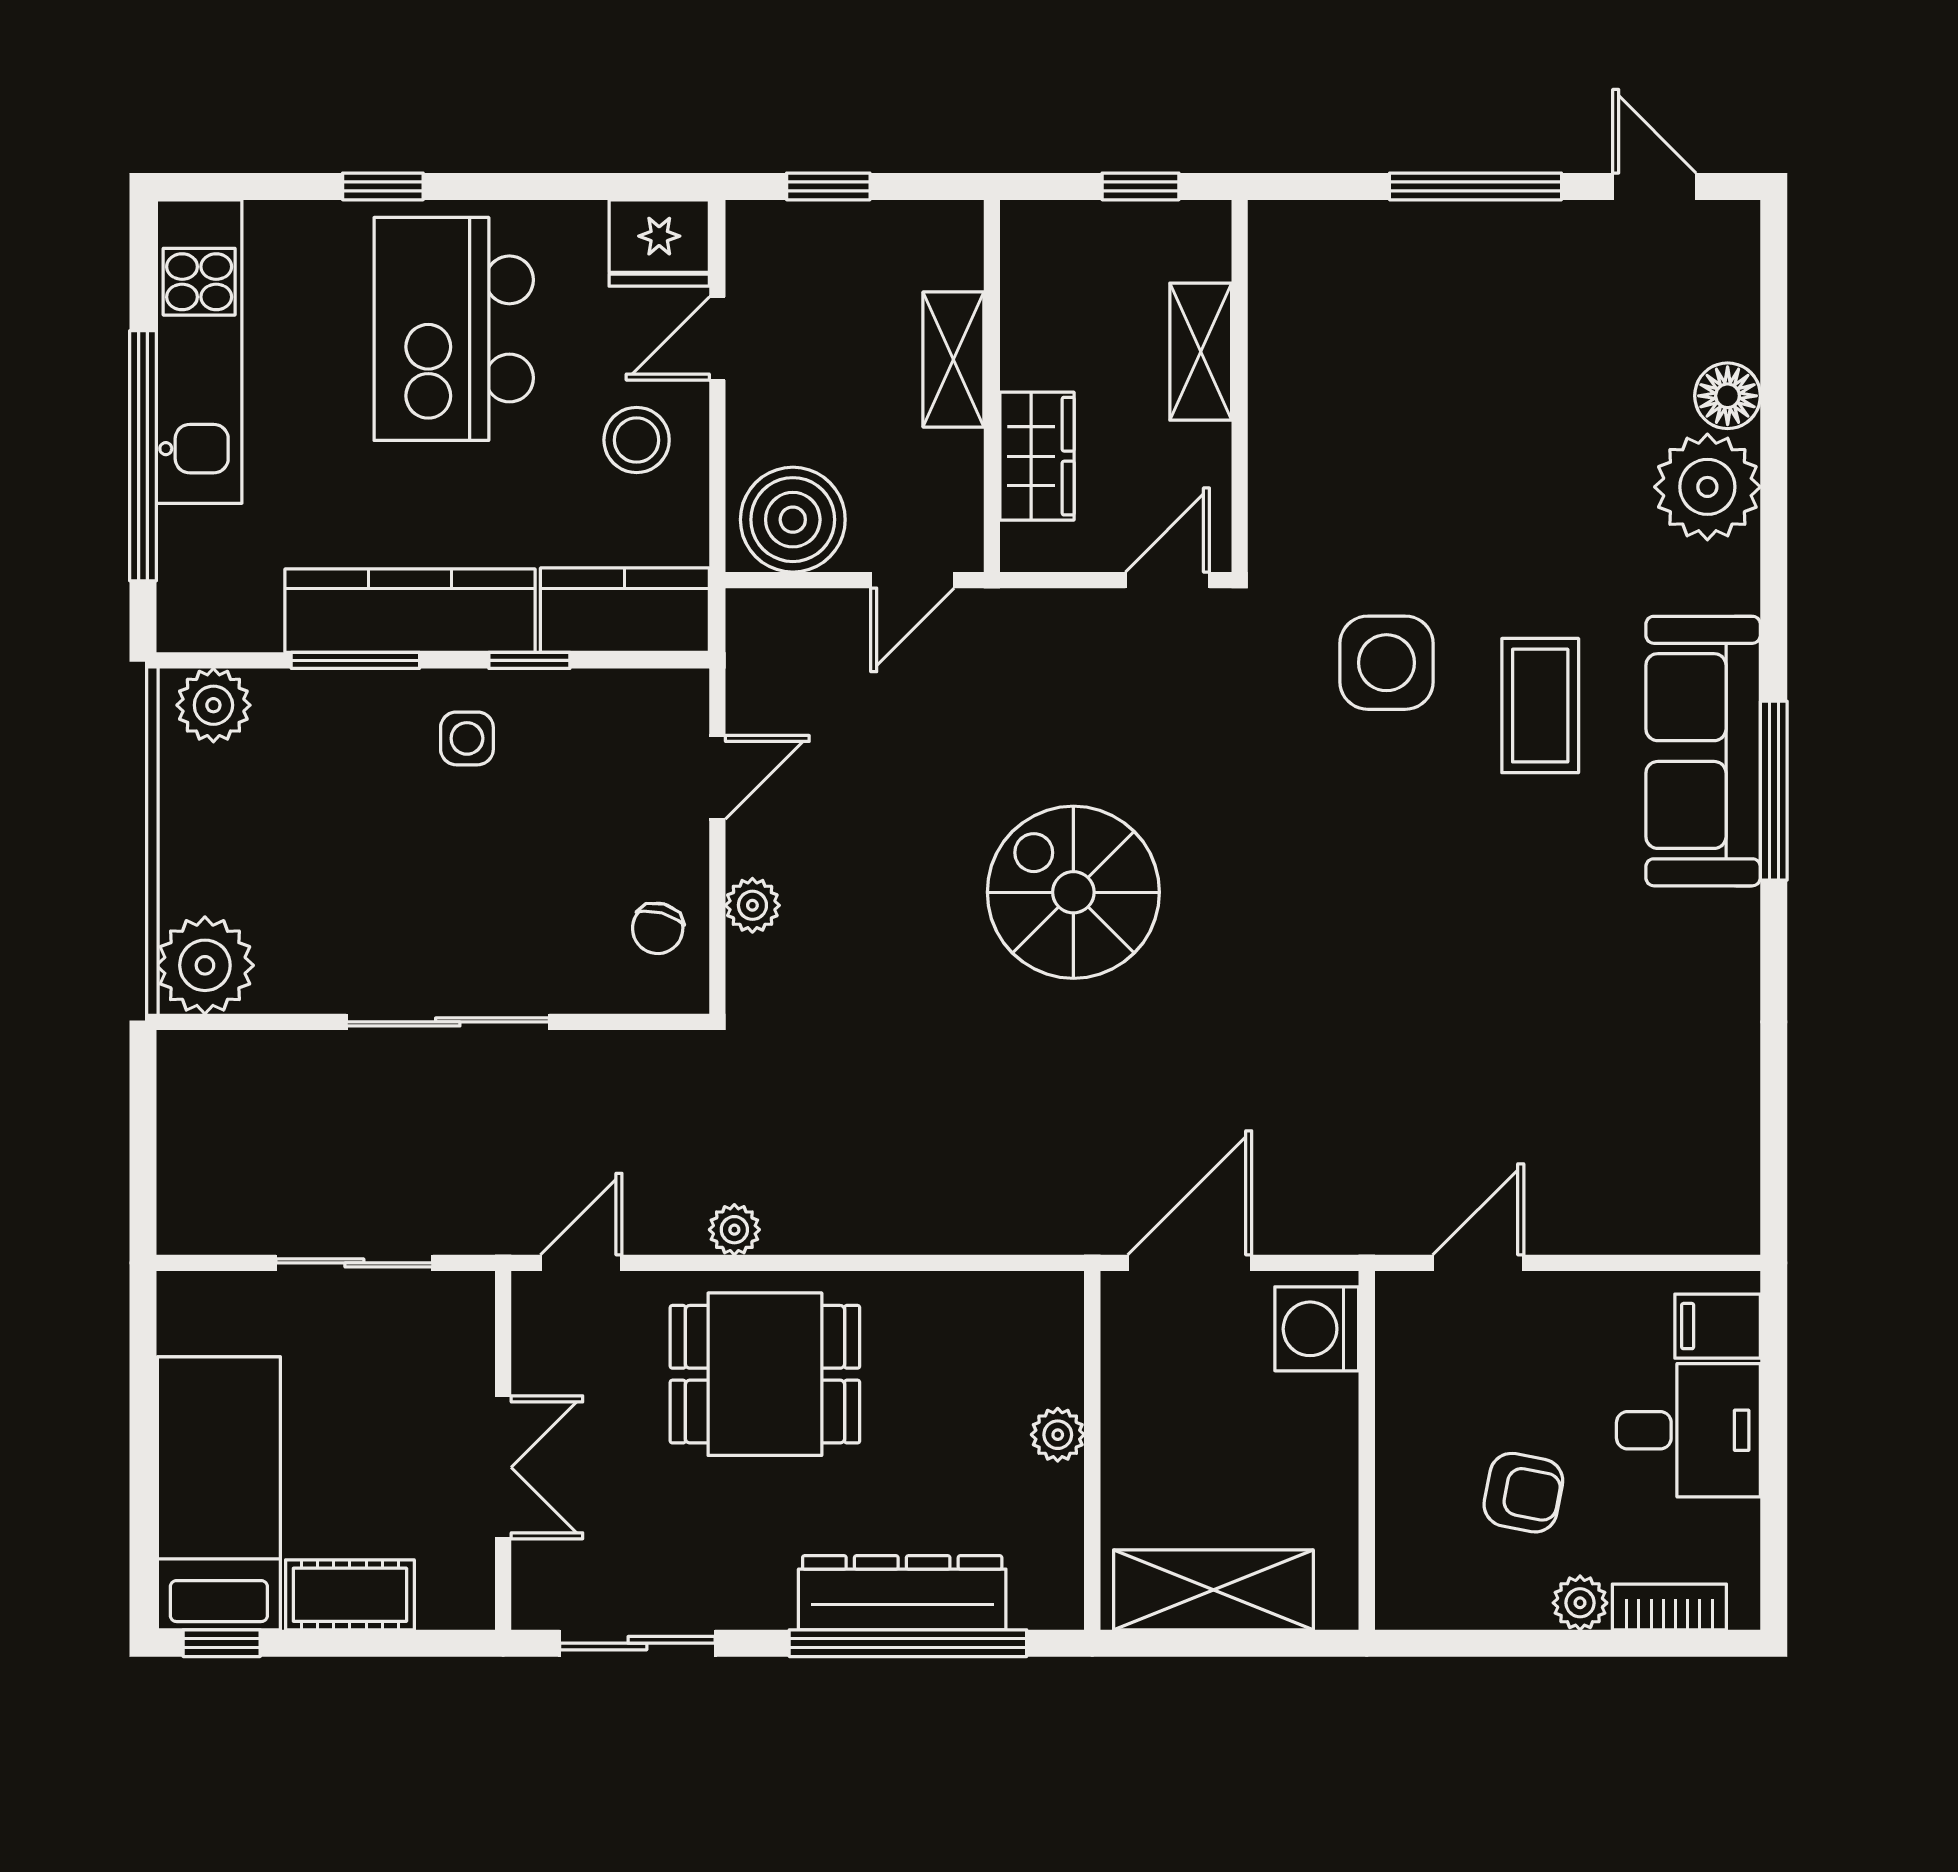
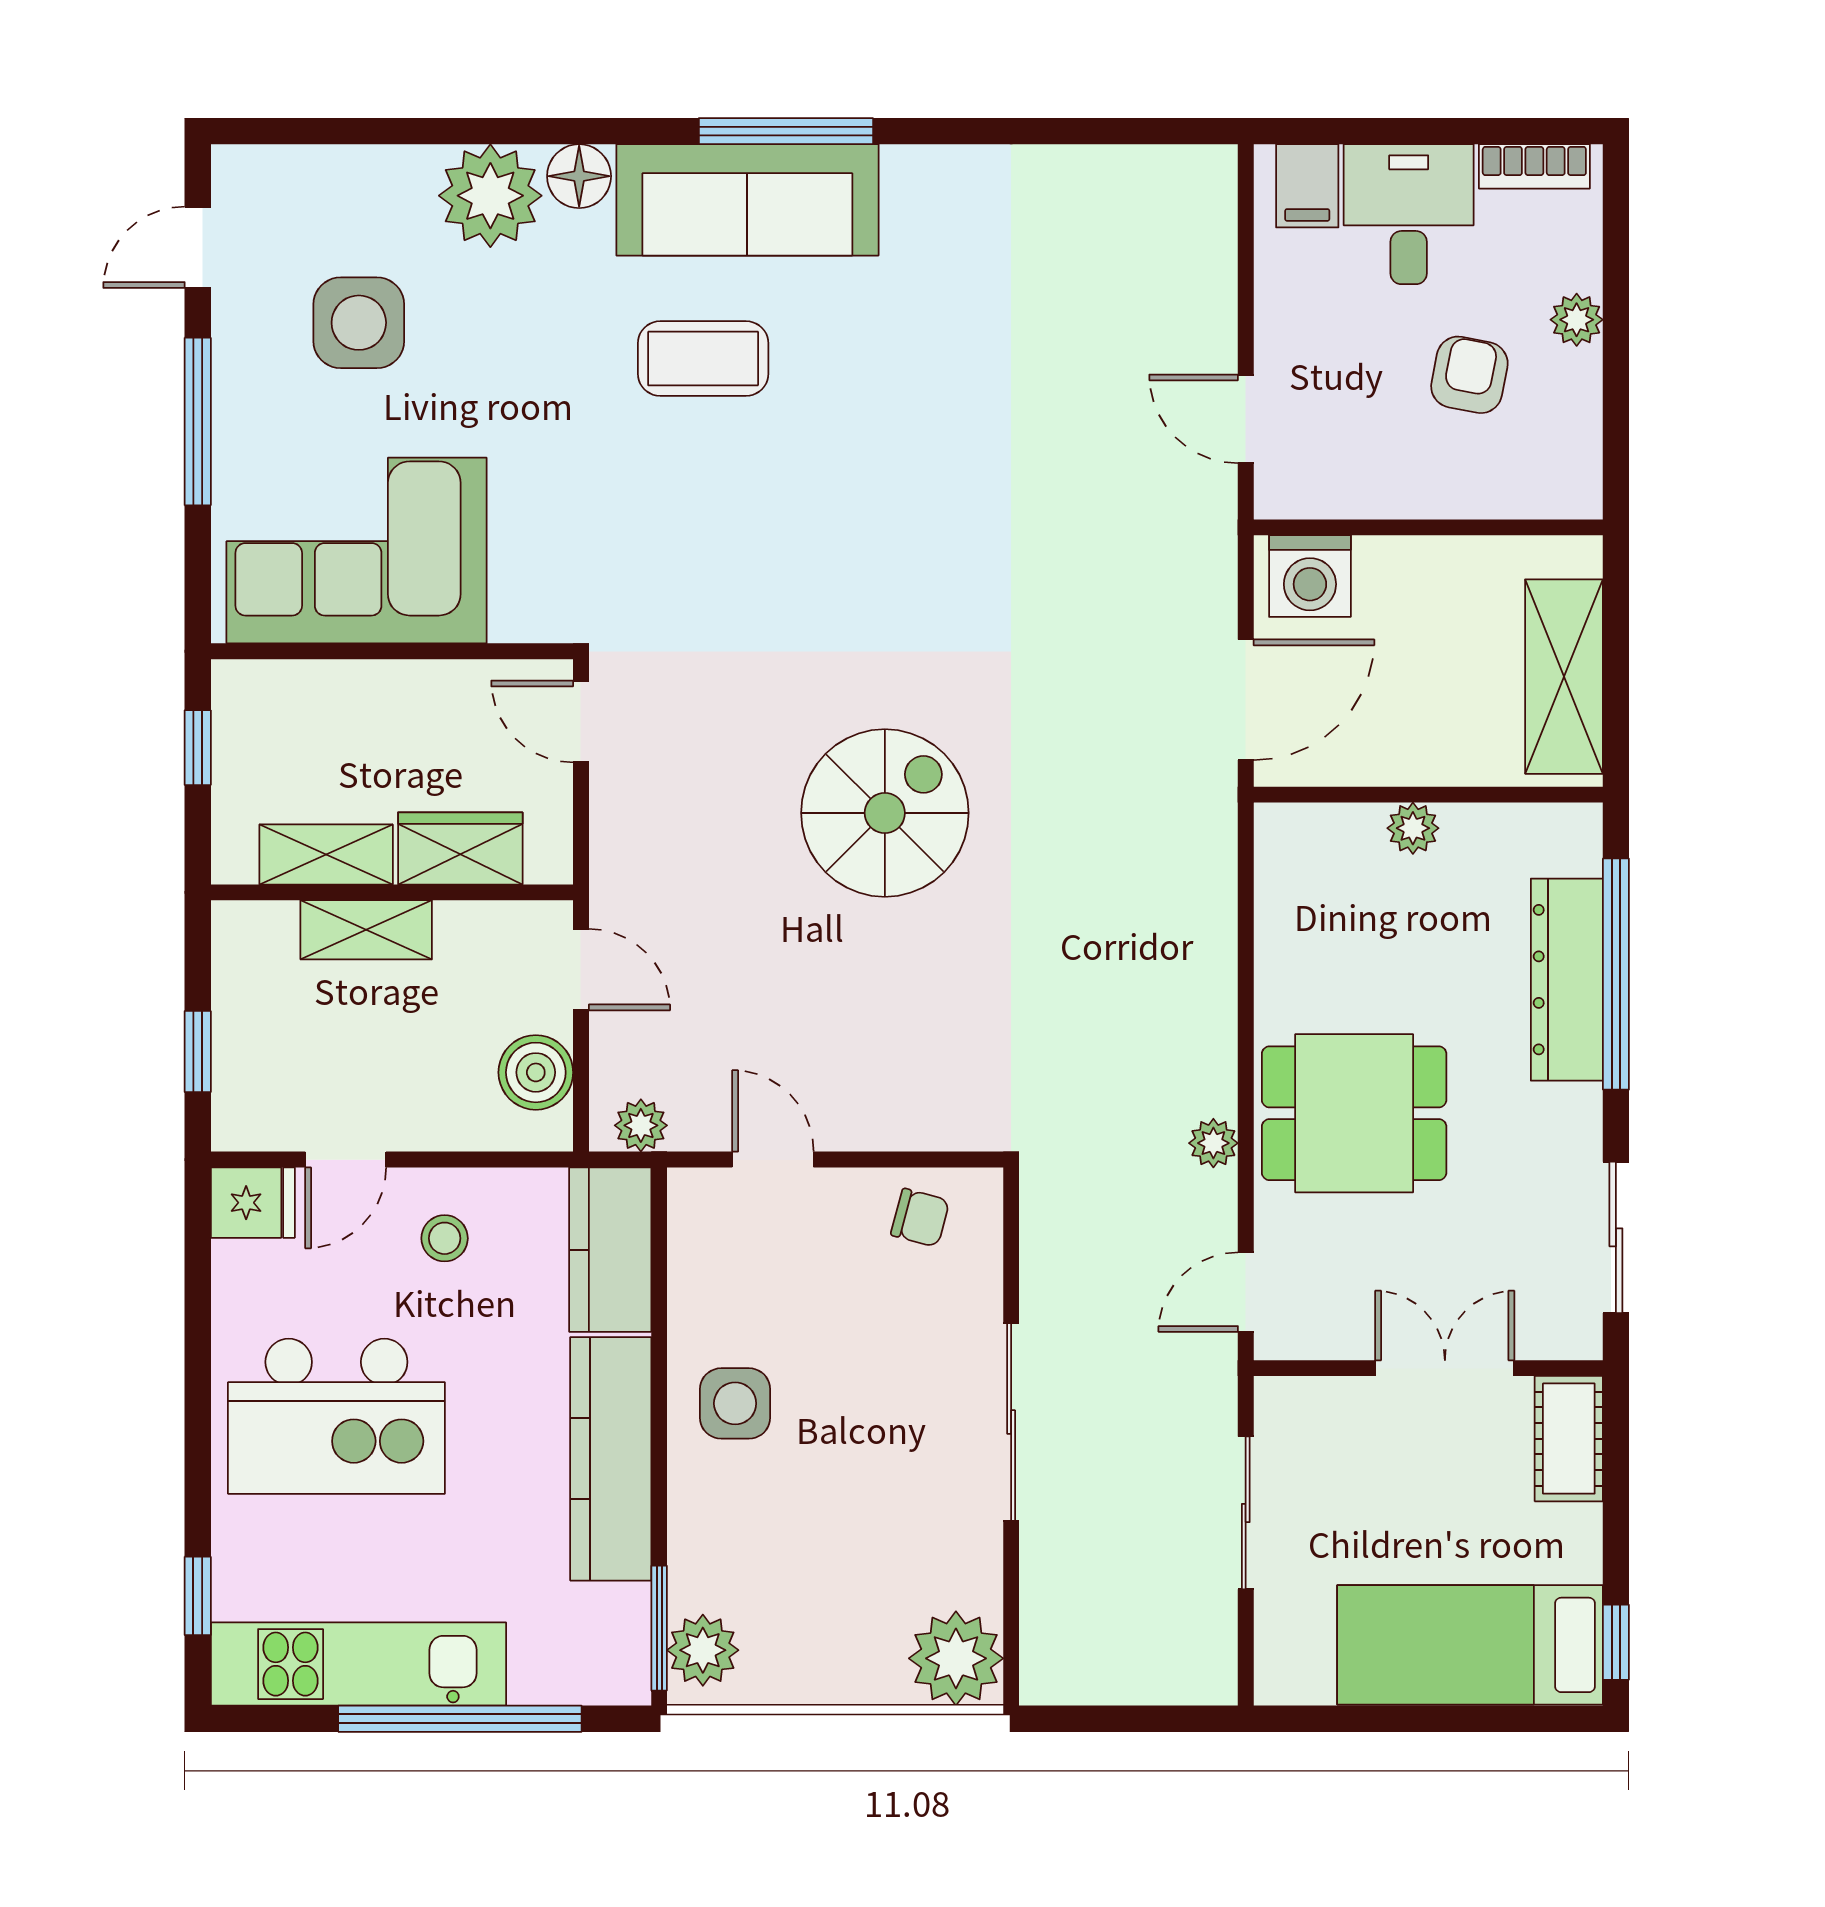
window: (383, 186) -> (198, 1596), moved
fridge: (659, 243) -> (253, 1203), width x0.72
door: (717, 338) -> (346, 1160), hinge flipped
corner sofa: (1343, 350) -> (357, 551), added
shelving: (1201, 352) -> (326, 854), moved
floor lamp: (1728, 396) -> (579, 176), moved
stool: (637, 440) -> (445, 1238), width x0.73, depth x0.73
boiler: (793, 520) -> (536, 1072), width x0.73, depth x0.73
window: (355, 660) -> (659, 1628), moved
window: (529, 660) -> (659, 1343), removed
side table: (1386, 663) -> (359, 323), moved
side table: (467, 738) -> (735, 1403), width x1.37, depth x1.37
spiral stairs: (1073, 892) -> (885, 813), turned 180
plant: (752, 905) -> (641, 1125), moved
door: (581, 1263) -> (1246, 1292), hinge flipped
door: (1190, 1263) -> (1246, 700), swing flipped
dining table: (765, 1374) -> (1354, 1113), turned 90
cot: (350, 1595) -> (1569, 1439), moved
bookcase: (1669, 1607) -> (1534, 166), moved, turned -90

